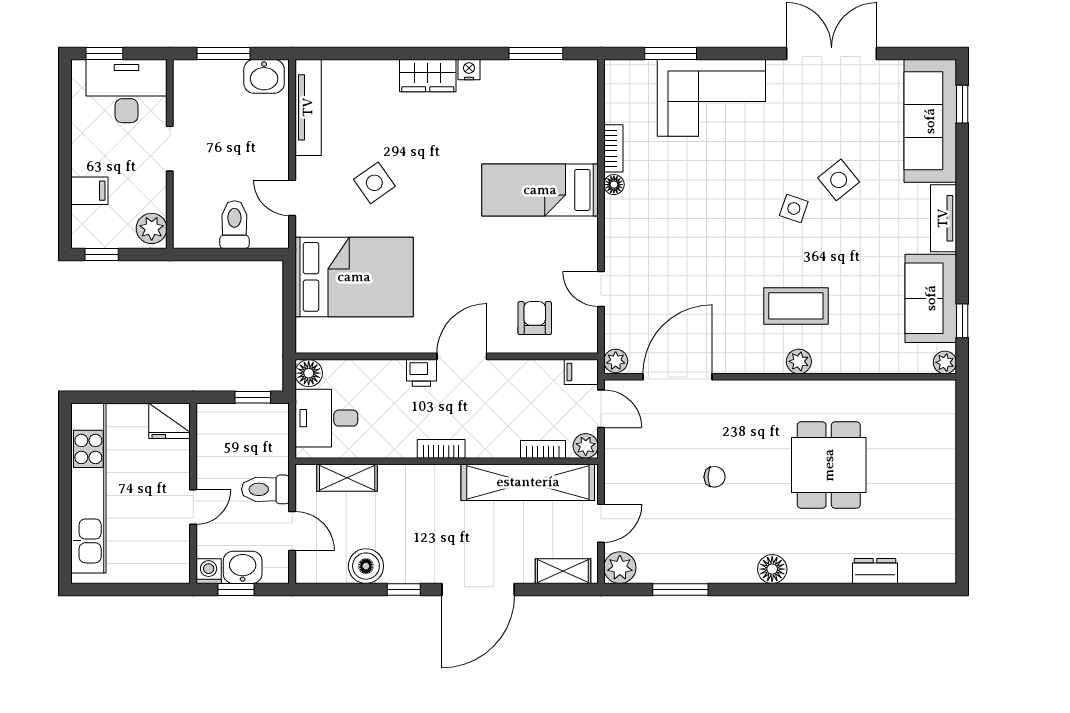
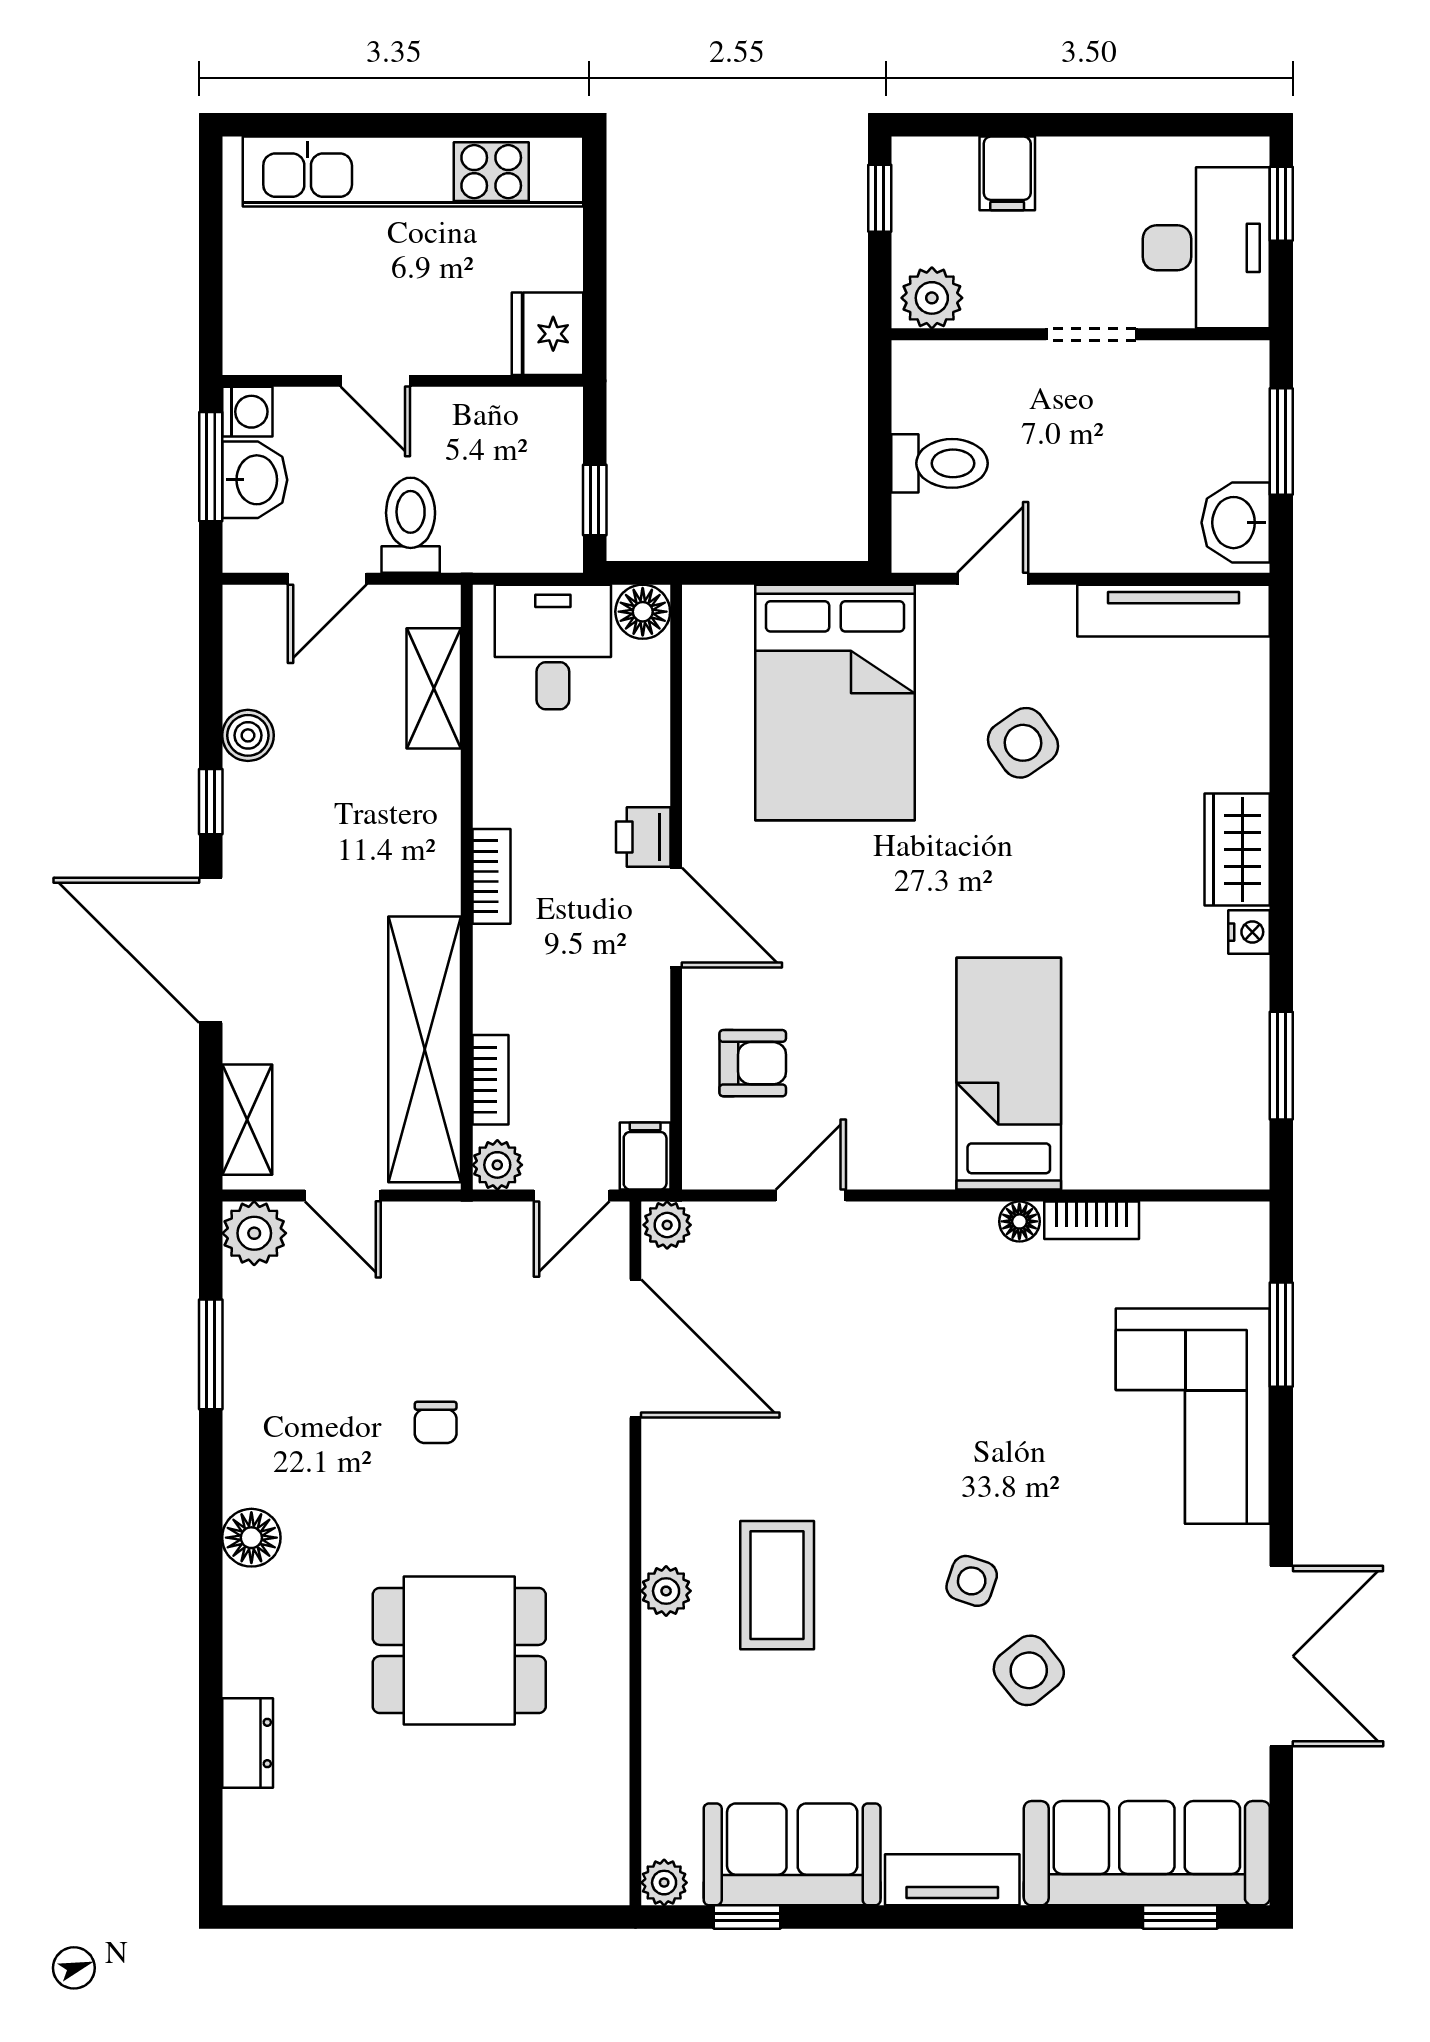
boiler: (366, 566) -> (248, 735), width x0.73, depth x0.73
window: (236, 589) -> (211, 467), width x1.50

